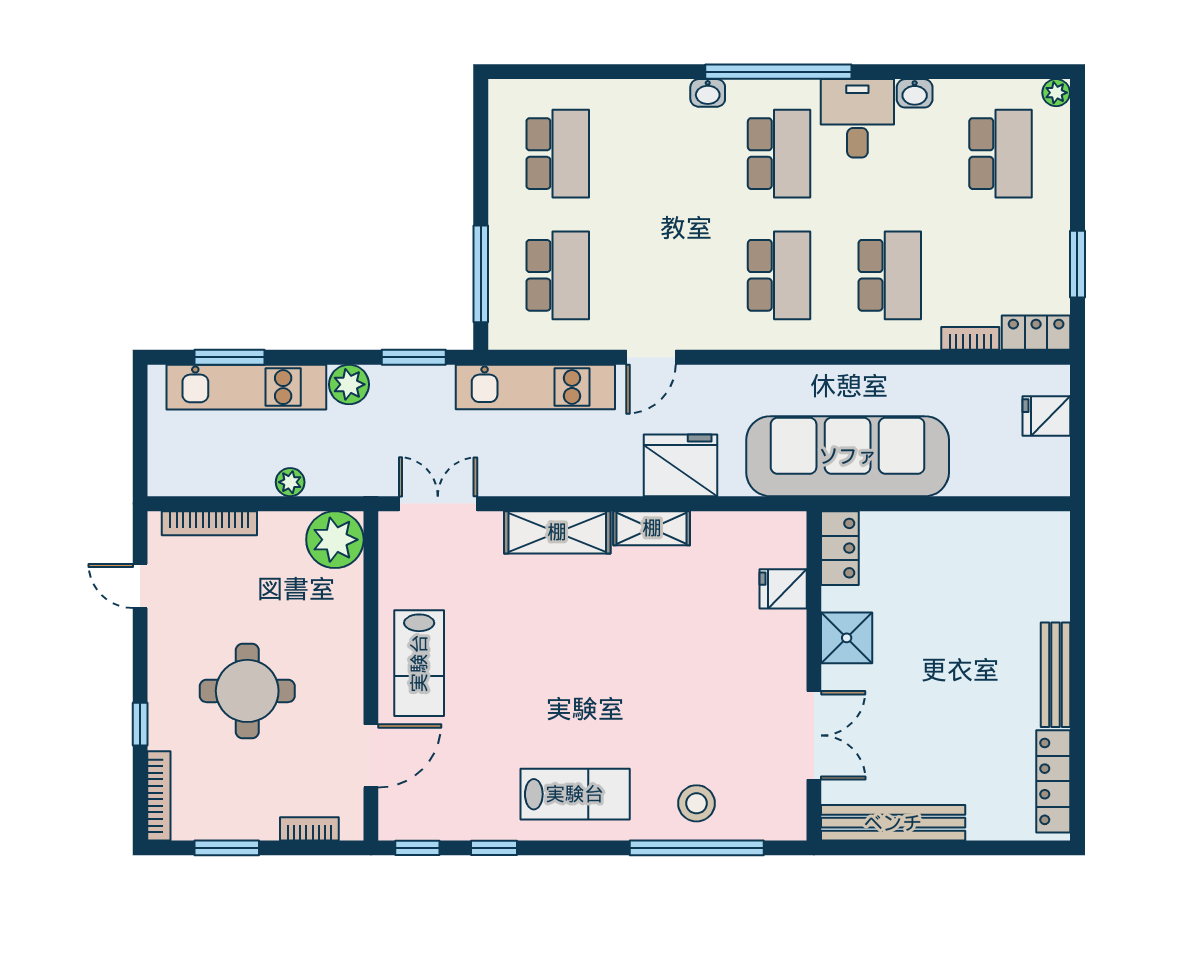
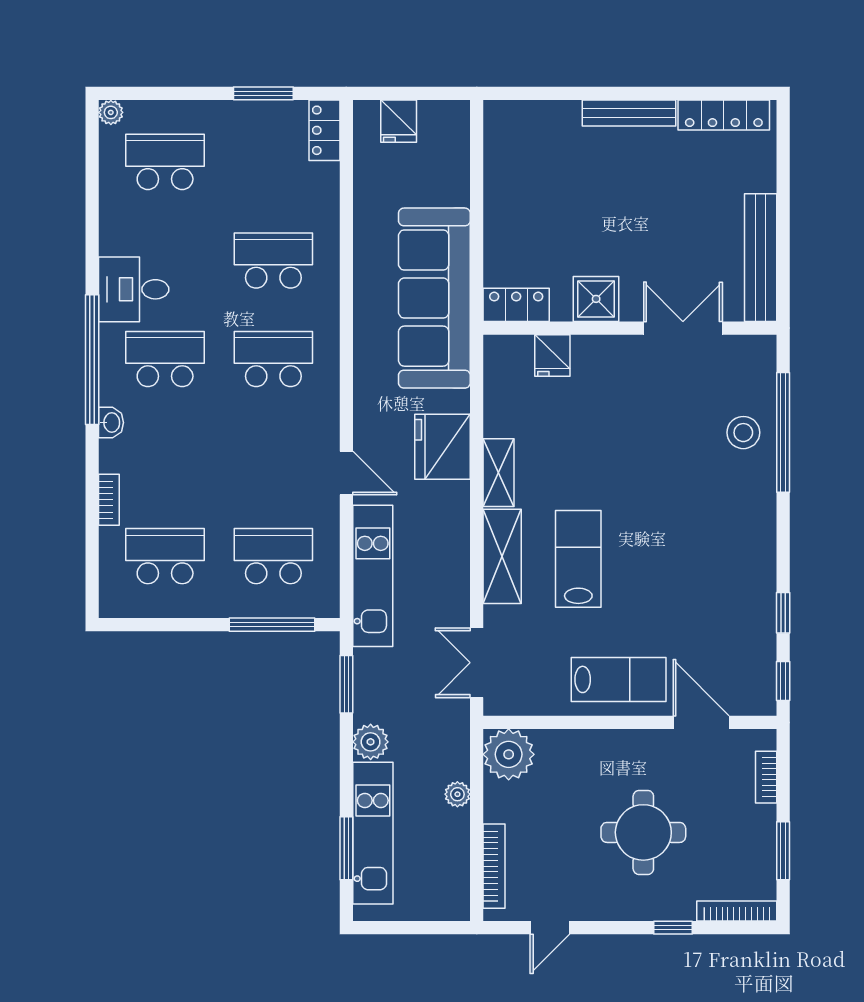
washbasin: (915, 93) -> (111, 238), removed
bookcase: (970, 338) -> (109, 500), moved, turned 180
lab bench: (575, 794) -> (578, 559), moved

